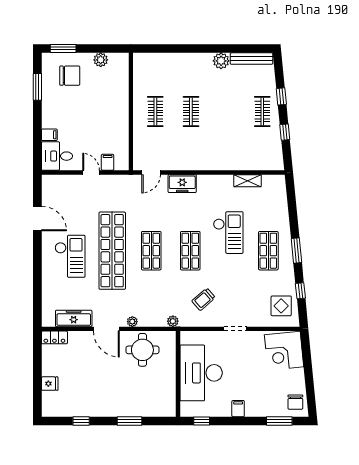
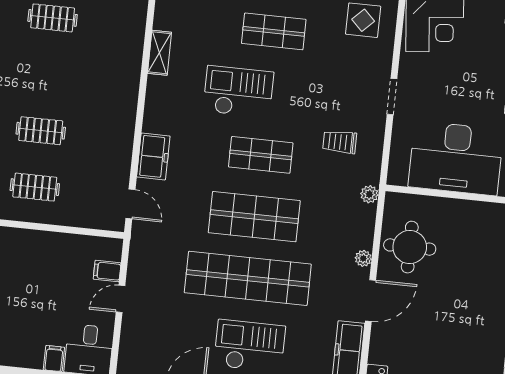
shop shelf: (151, 251) -> (254, 217), width x1.43, depth x1.36
trolley: (204, 299) -> (340, 142), turned 131

